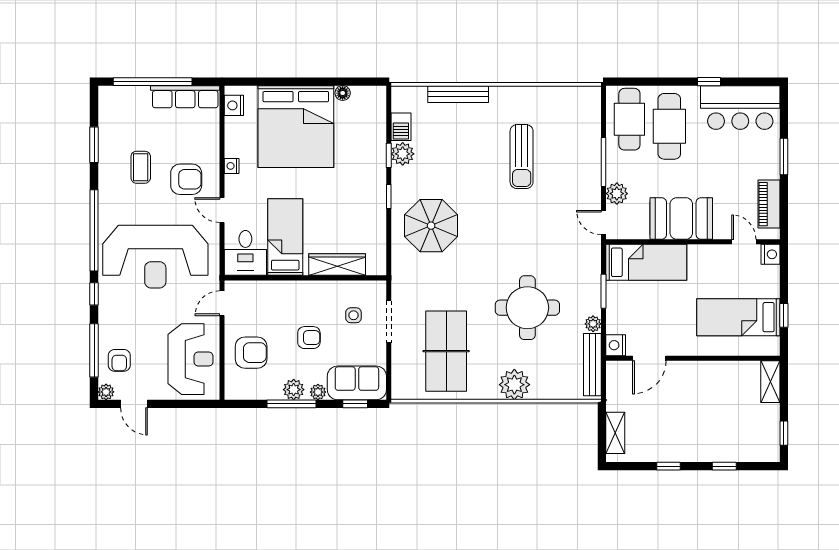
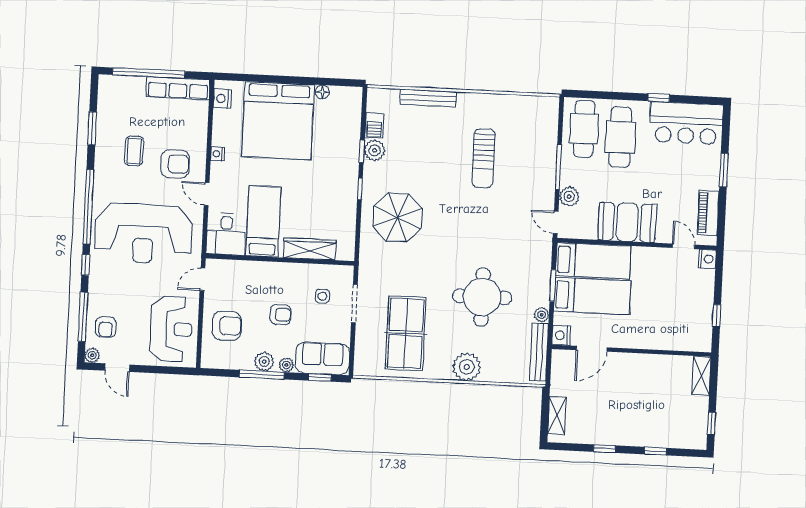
bed: (738, 317) -> (592, 296), moved, turned 180

